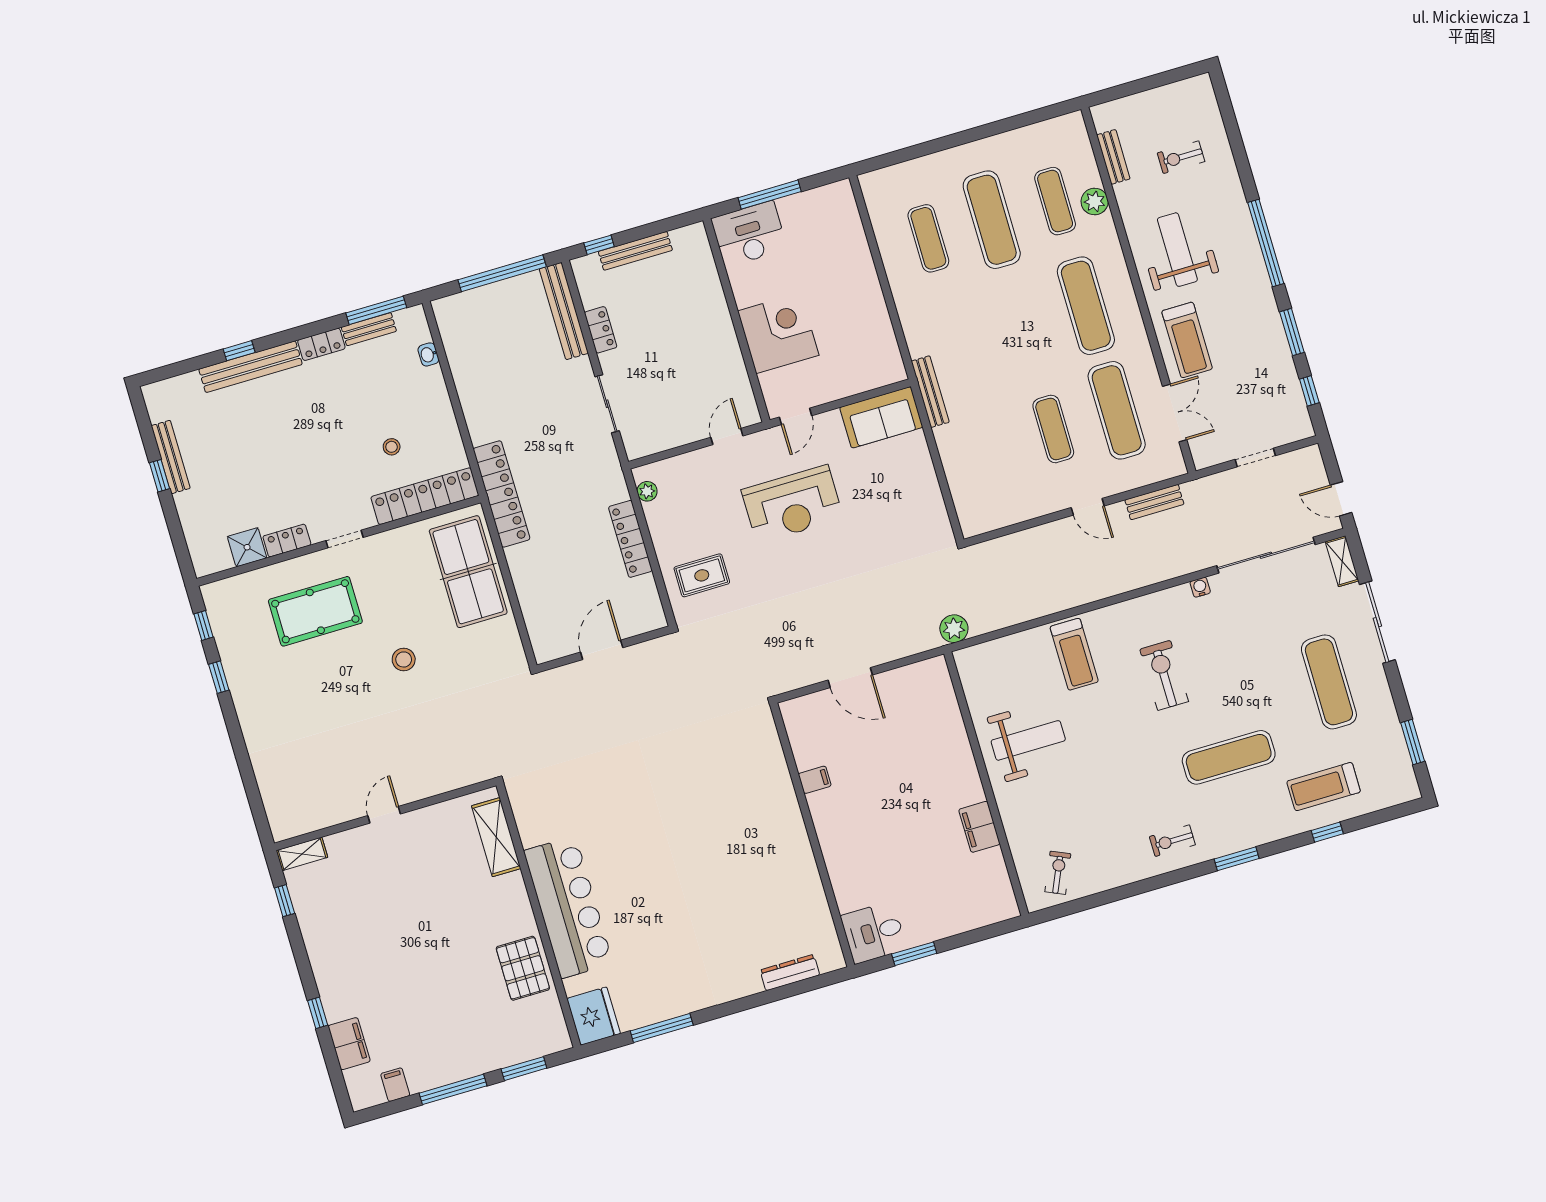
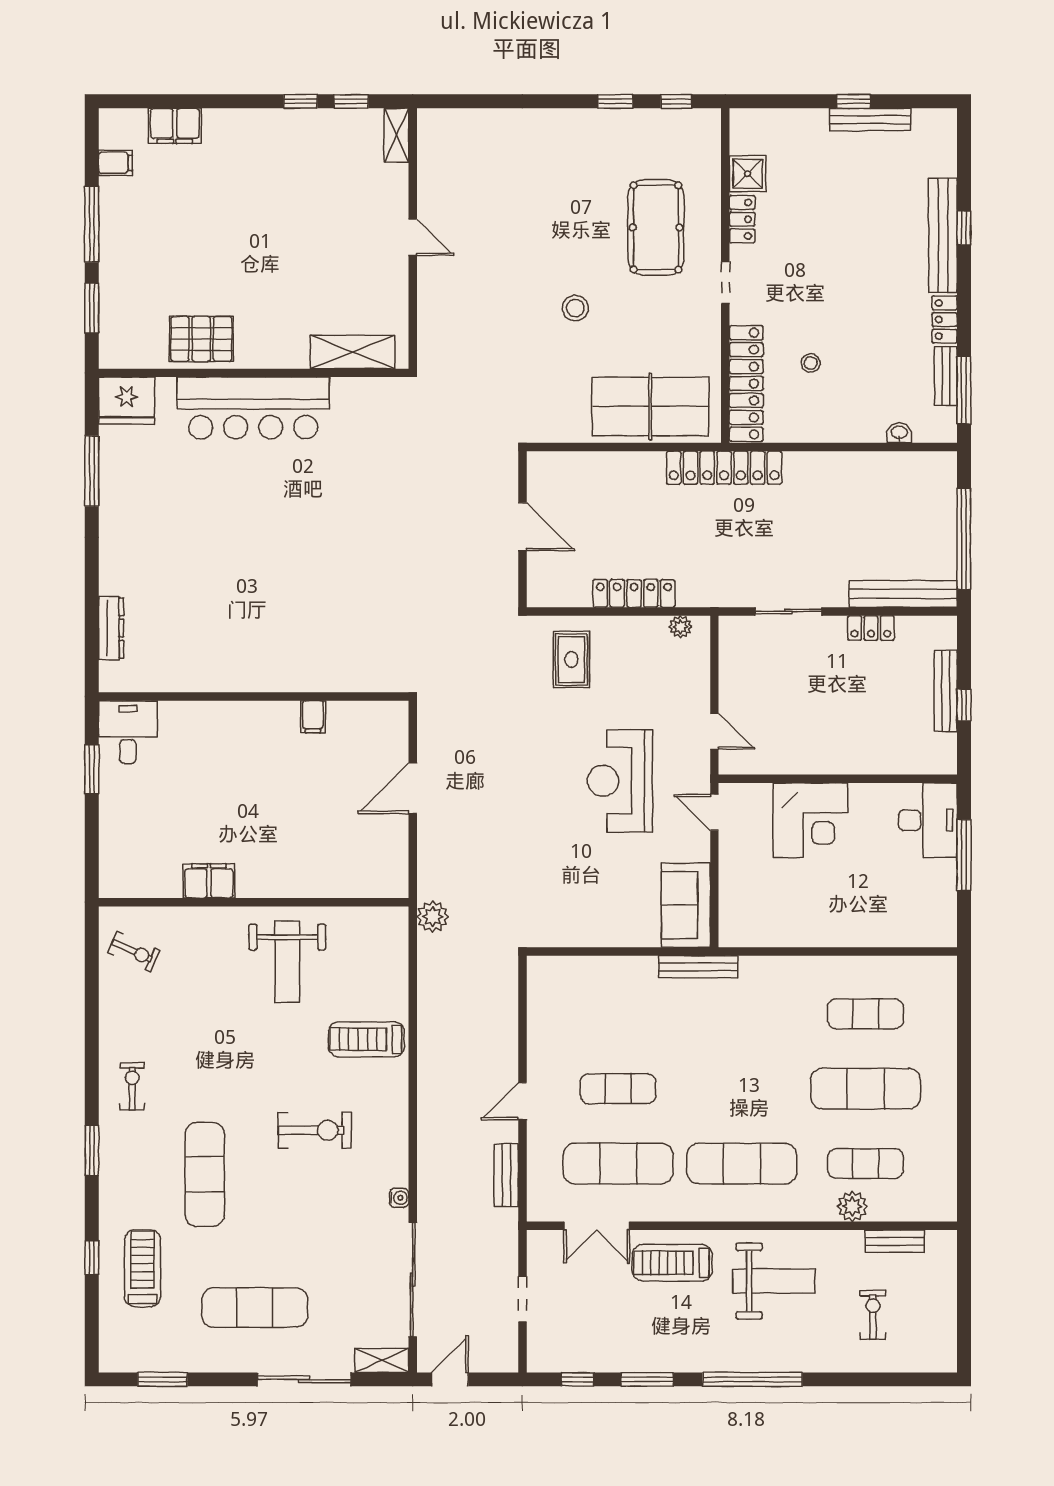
window: (599, 245) -> (964, 705), moved
window: (318, 1013) -> (301, 101), moved

